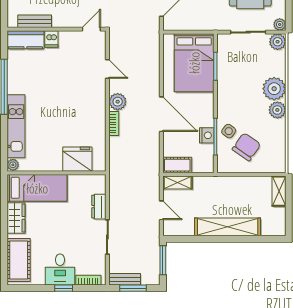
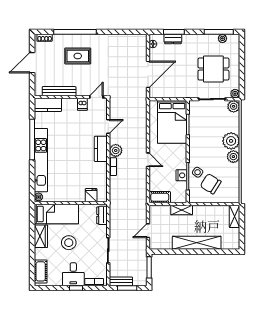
bench: (35, 21) -> (59, 91), width x1.36
dishwasher: (51, 39) -> (82, 104), moved
door: (107, 69) -> (108, 126), hinge flipped
kitchen counter: (97, 100) -> (101, 149), added
door: (161, 114) -> (148, 160), width x0.53
kitchen unit: (16, 126) -> (41, 160), width x1.36
chair: (246, 147) -> (211, 184), turned -93
fridge: (77, 159) -> (91, 195), width x0.53, depth x0.75
shelving: (178, 182) -> (182, 210), moved
dresser: (99, 207) -> (102, 215), moved
door: (161, 210) -> (148, 231), swing flipped
stool: (54, 227) -> (69, 243), added
cot: (19, 260) -> (41, 271), width x0.73, depth x0.75

